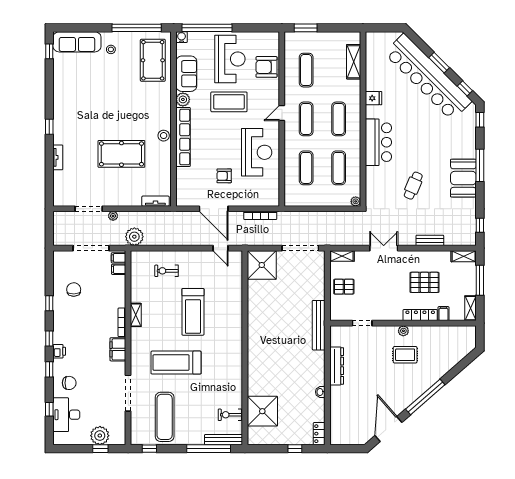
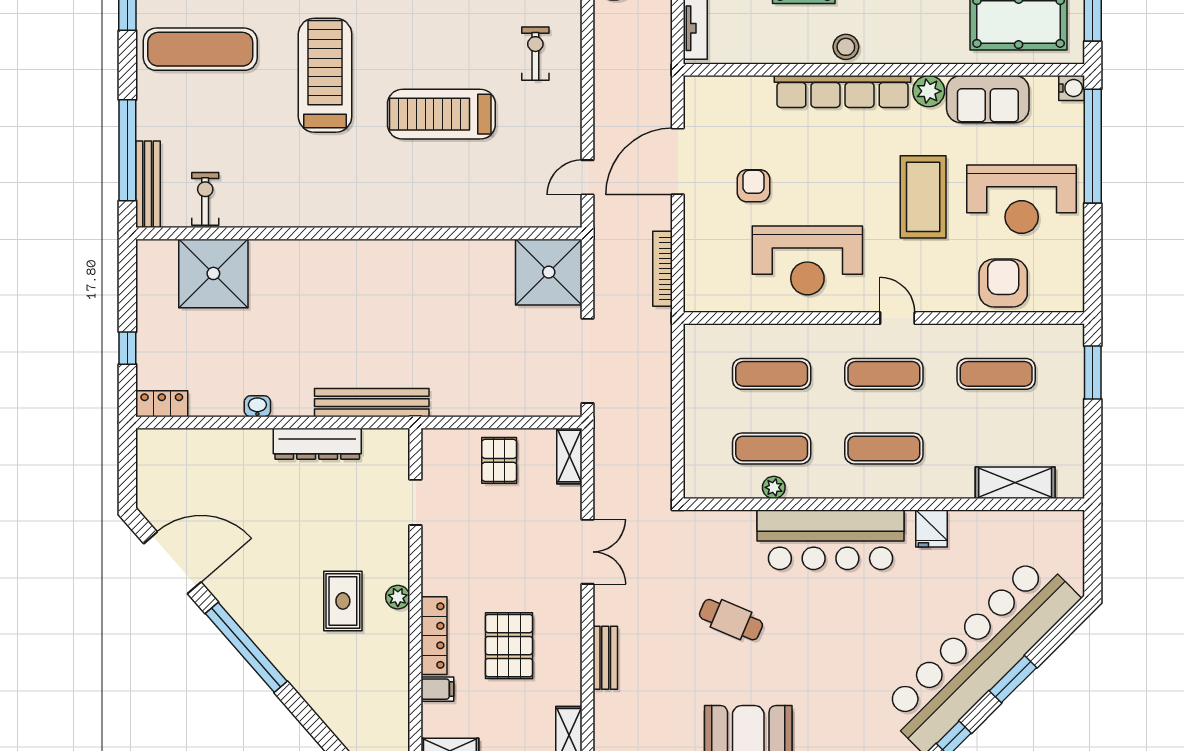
bar counter: (378, 142) -> (830, 540), width x1.36
plant: (356, 201) -> (774, 487), moved
bench: (319, 325) -> (372, 403), moved

